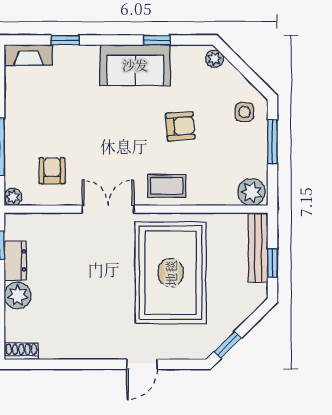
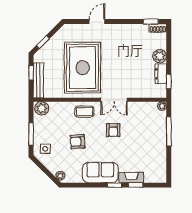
window: (157, 40) -> (115, 185), moved
fireplace: (28, 55) -> (131, 178), moved
armchair: (52, 171) -> (113, 130), moved
window: (228, 345) -> (43, 42), moved
window: (35, 364) -> (151, 21), added

